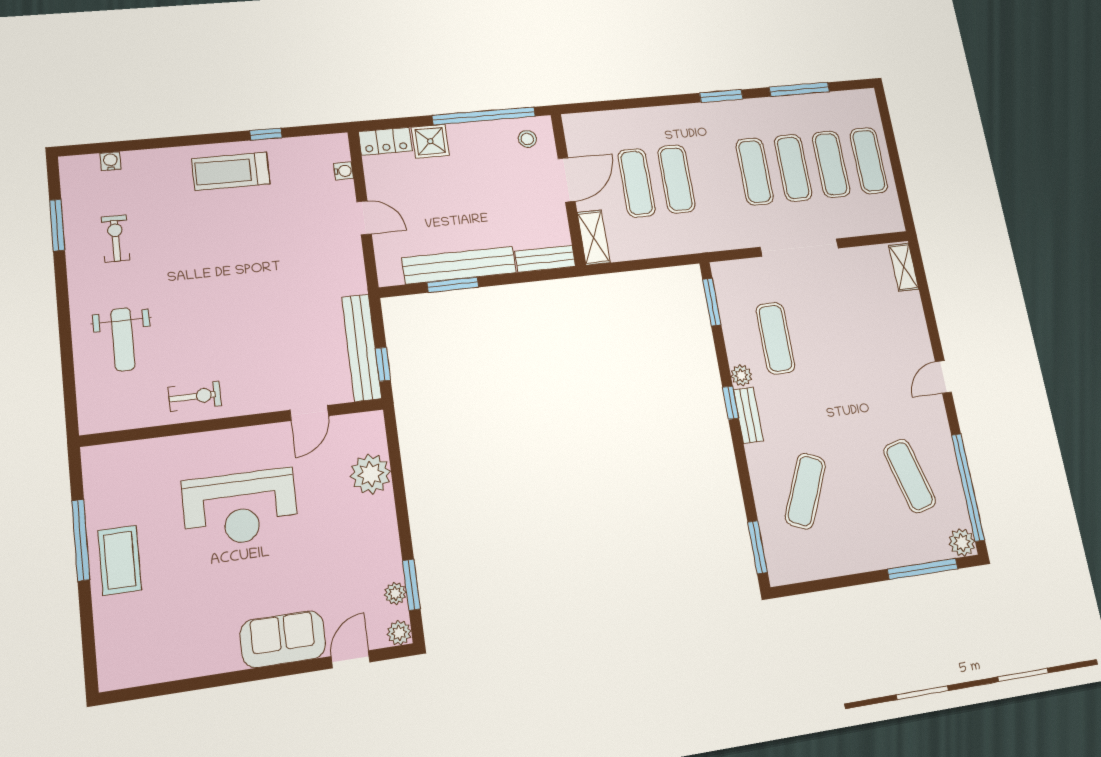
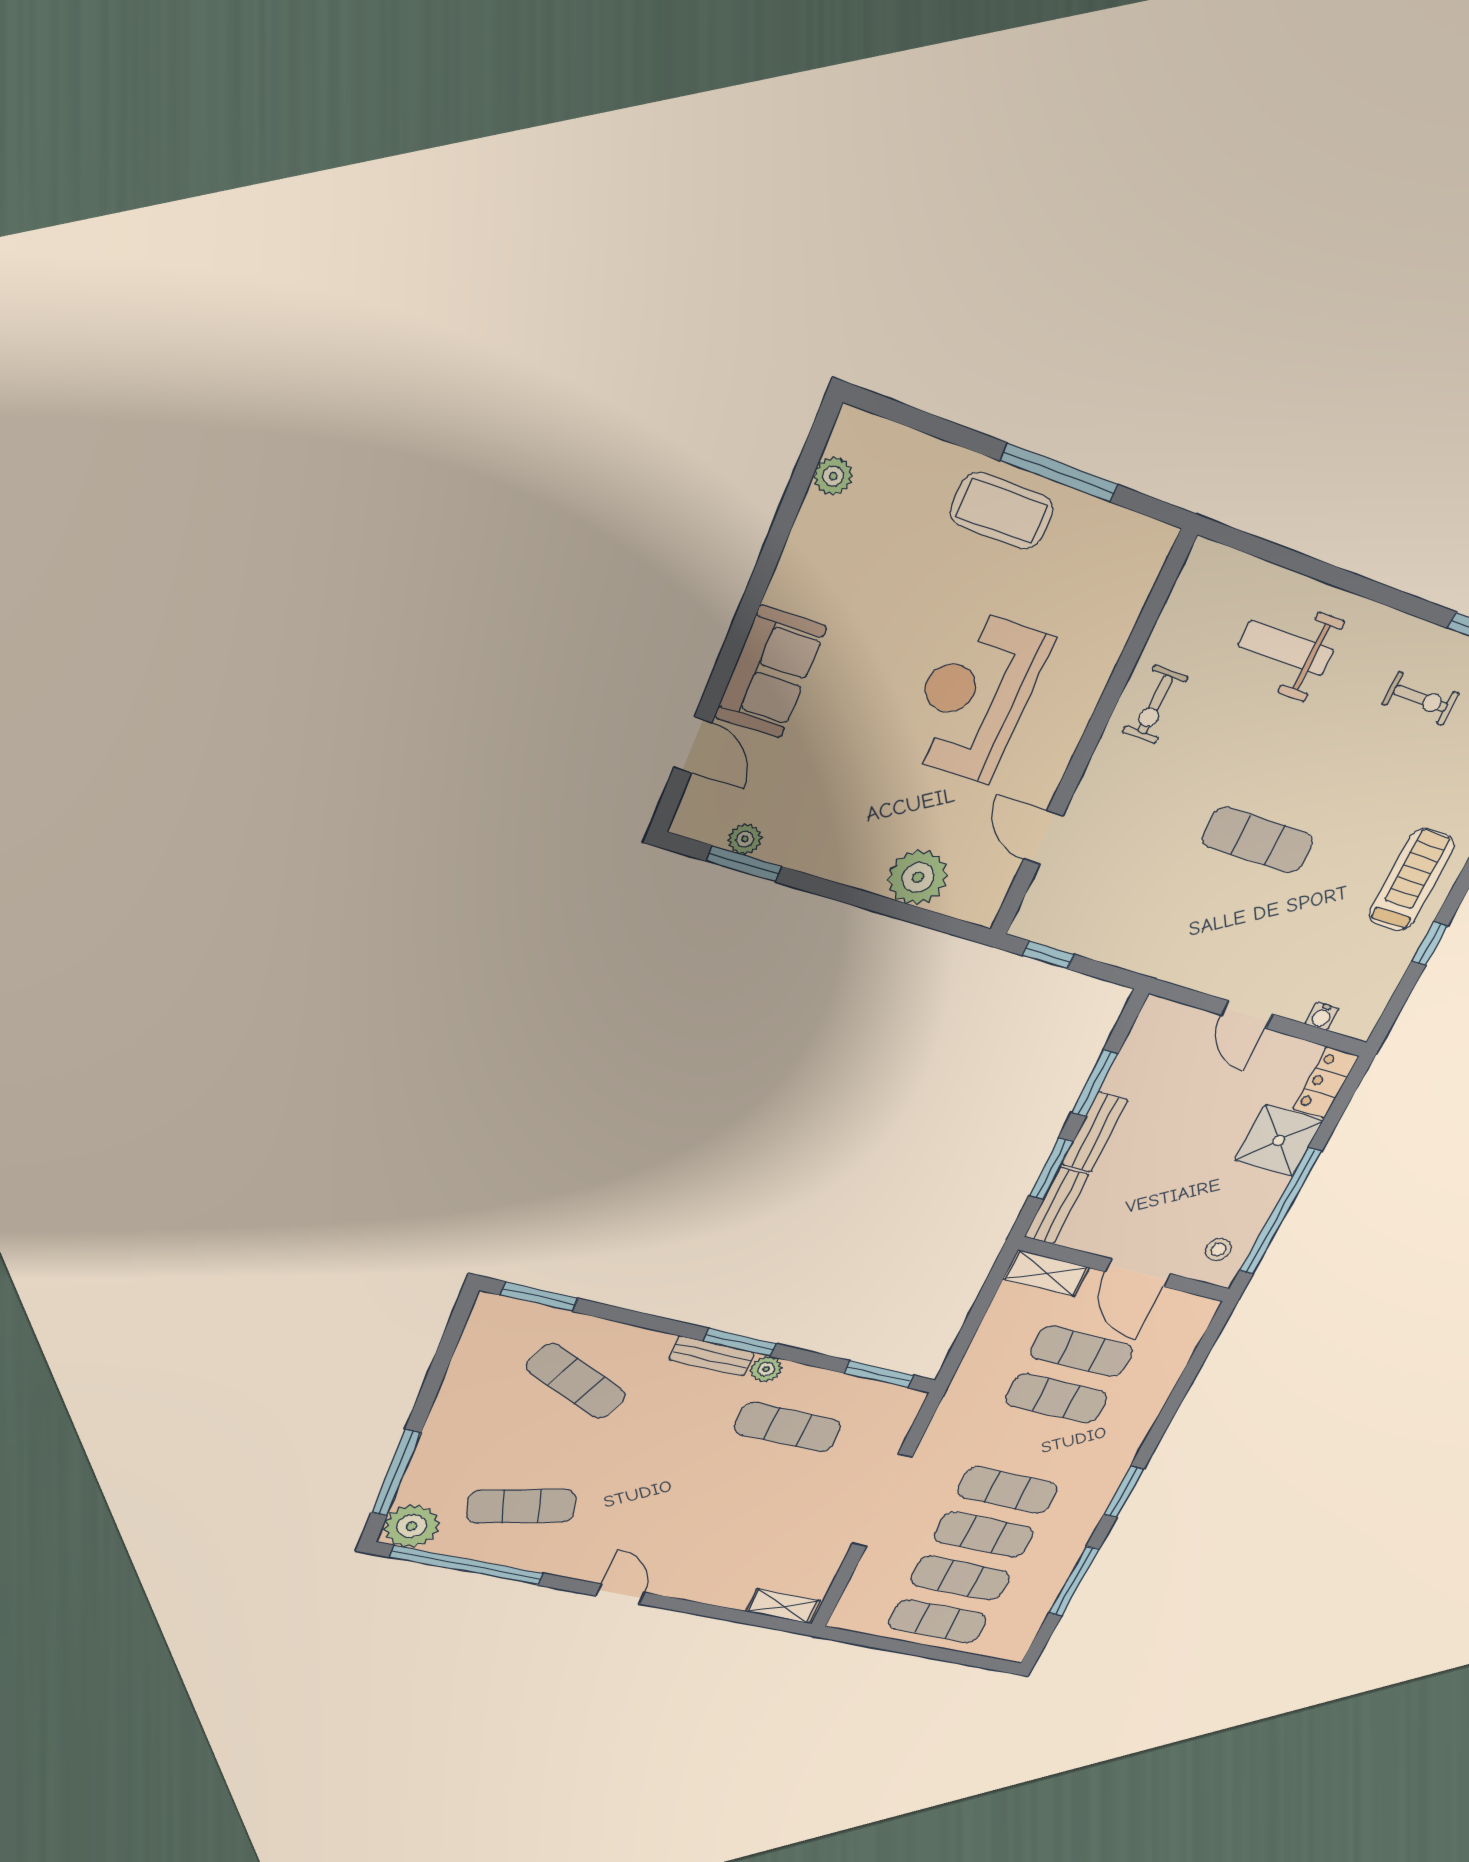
shower: (430, 141) -> (1279, 1141), width x1.36, depth x1.36
door: (364, 218) -> (1247, 1015), hinge flipped
bench: (459, 265) -> (1095, 1132), width x0.54, depth x0.82
window: (522, 277) -> (1051, 1169), added
exercise mat: (250, 281) -> (1258, 840), added
bench: (362, 347) -> (1086, 939), removed
window: (731, 403) -> (740, 1342), width x1.50
plant: (962, 543) -> (412, 1526), width x1.36, depth x1.36
plant: (399, 633) -> (833, 476), moved

